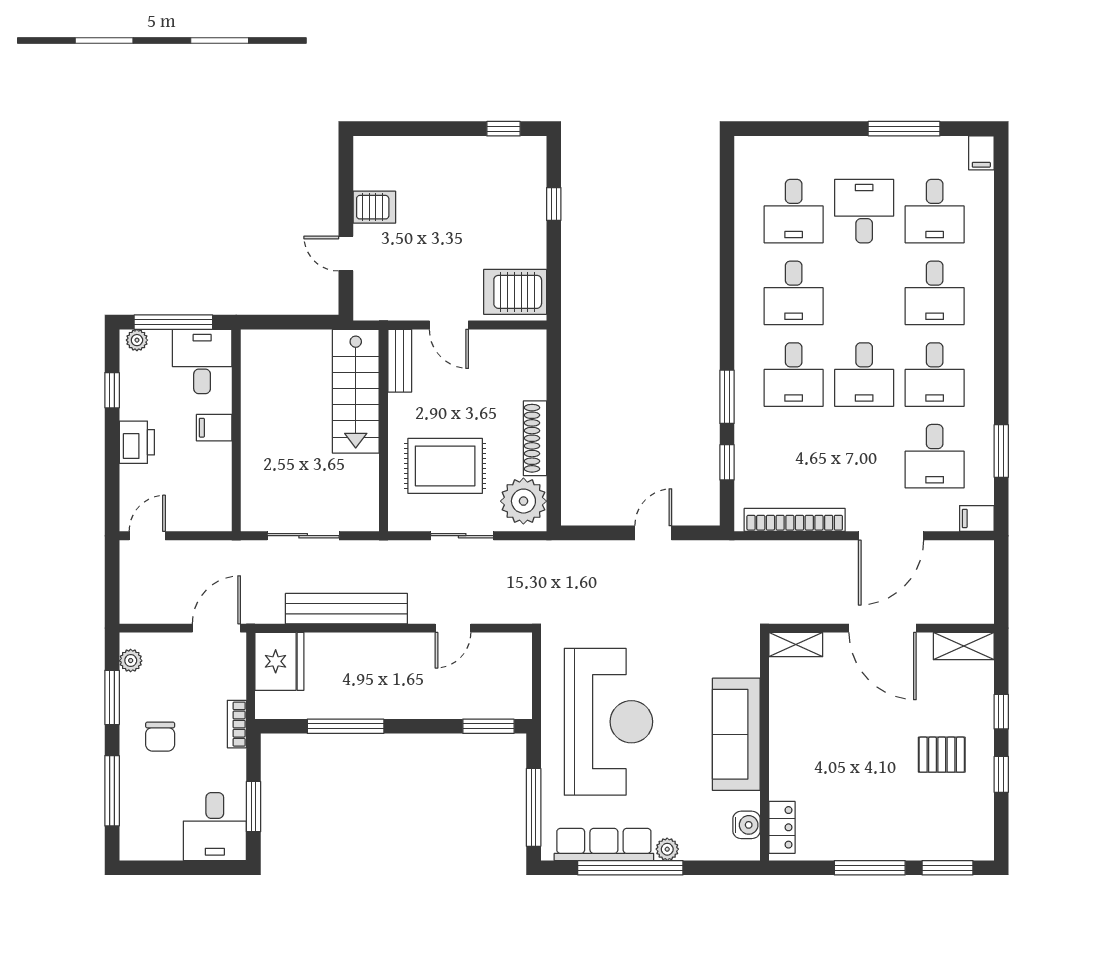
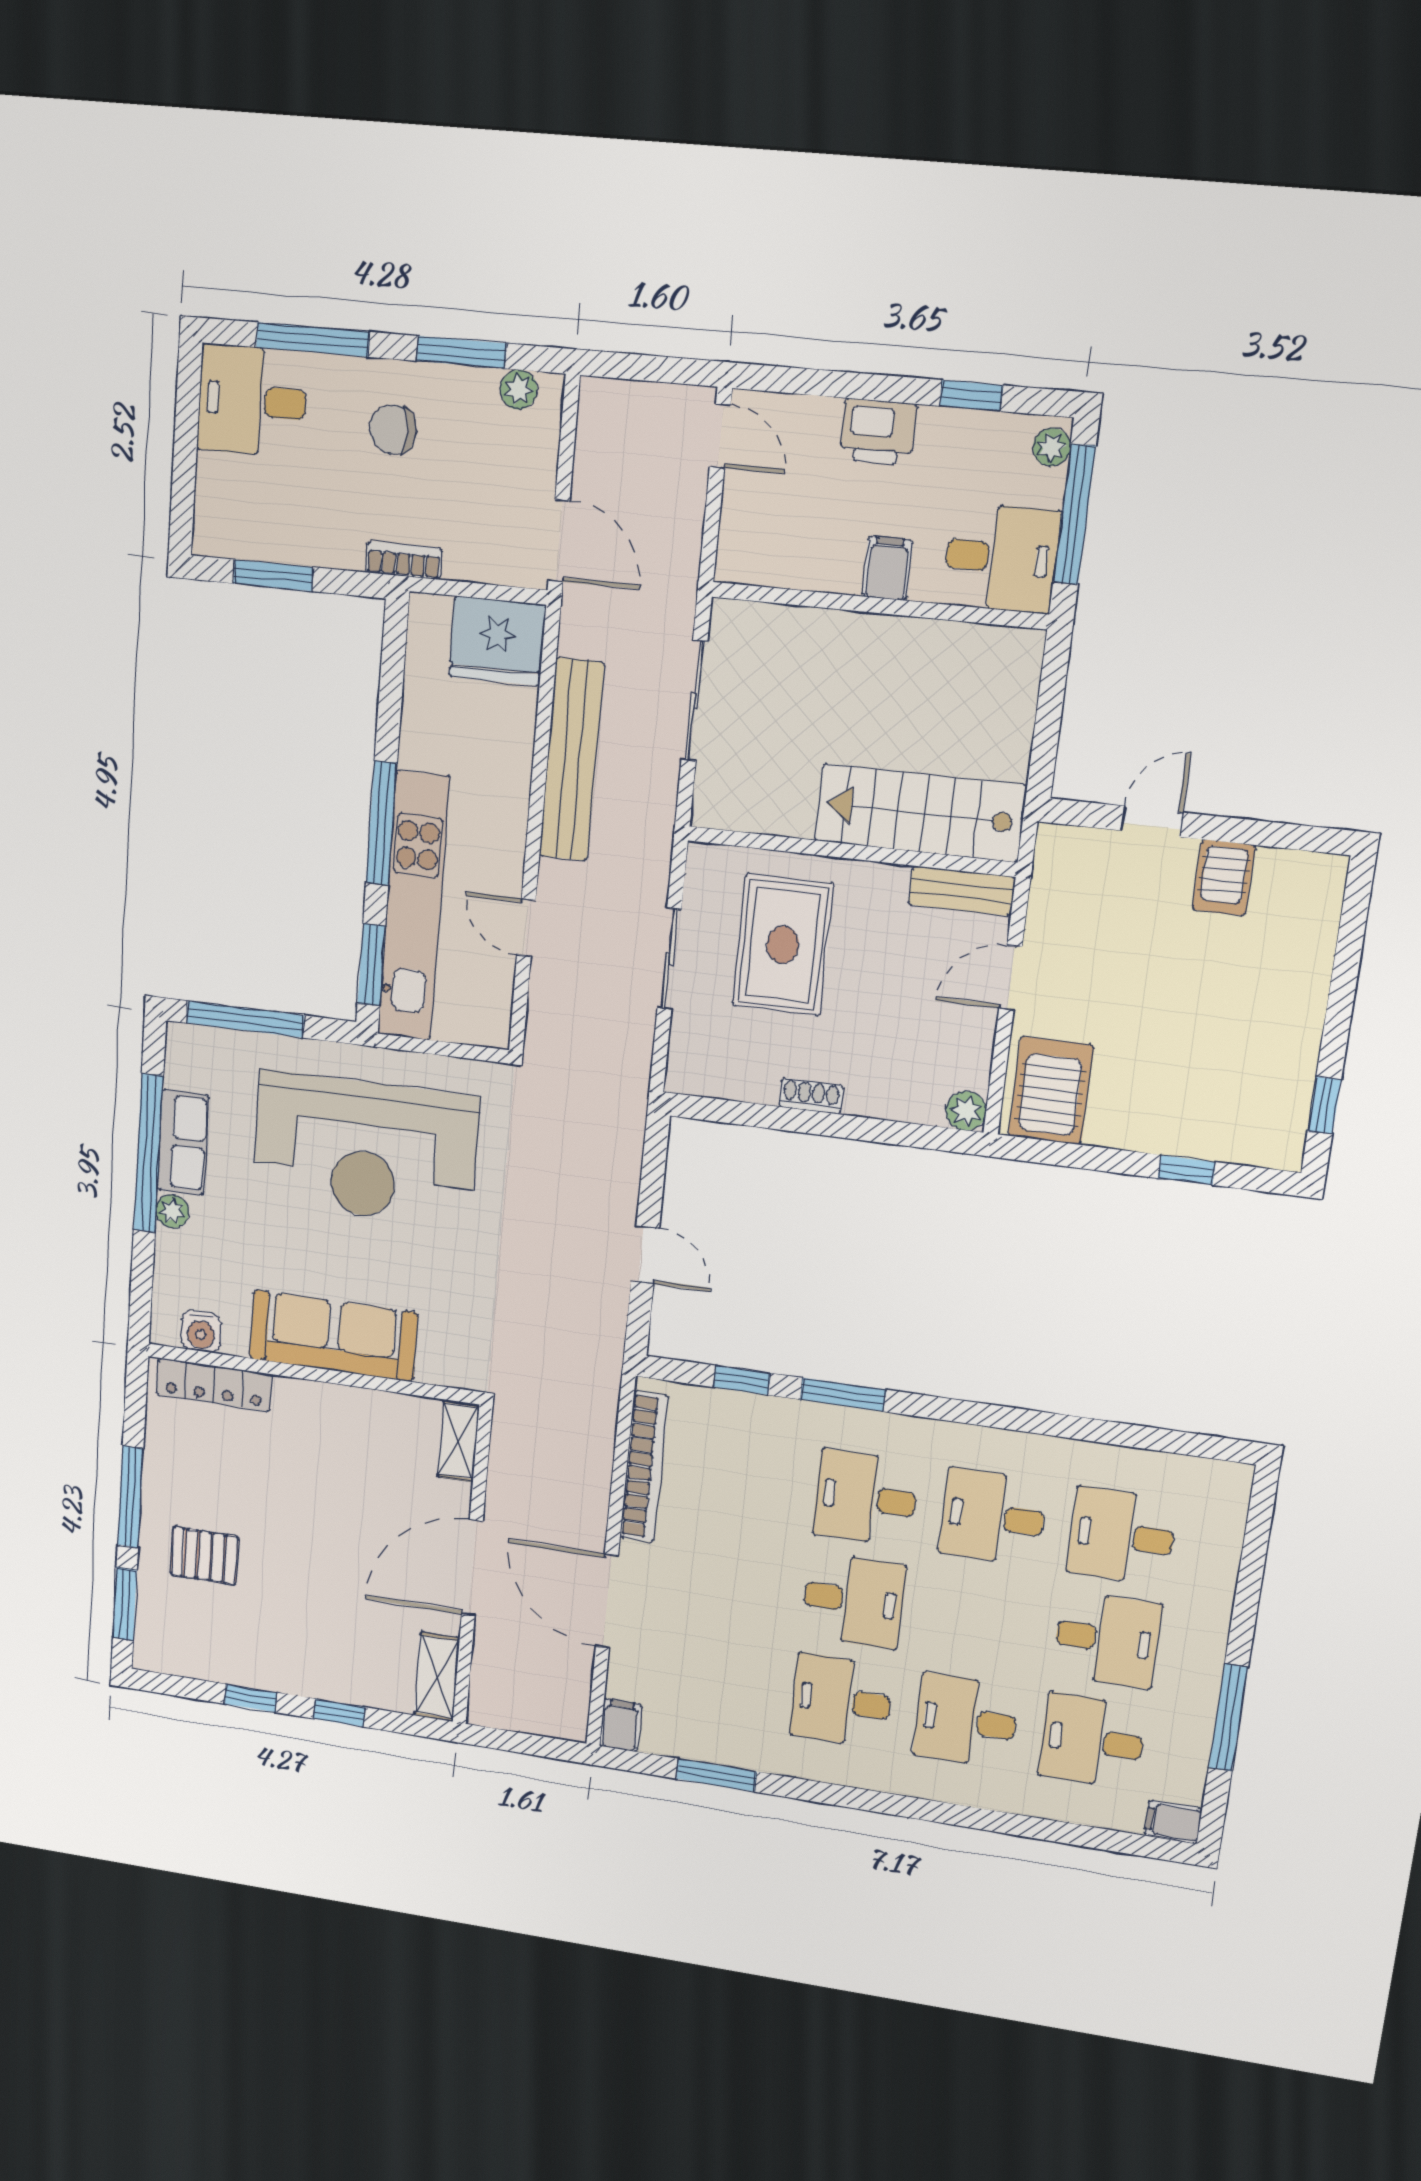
desk: (864, 375) -> (854, 1600), turned 180
shoe rack: (535, 438) -> (811, 1096), width x0.51, depth x0.81
desk: (935, 456) -> (719, 1681), removed
plant: (523, 501) -> (966, 1111), moved, width x0.53, depth x0.53
kitchen unit: (448, 702) -> (413, 906), added
window: (346, 726) -> (381, 823), moved
pallet: (942, 755) -> (204, 1556), moved, turned 90
desk: (215, 827) -> (252, 401), moved
locker: (782, 827) -> (214, 1385), width x1.53
row of seats: (604, 844) -> (183, 1142), width x0.68

